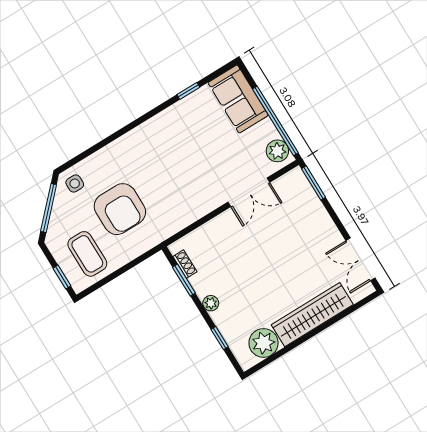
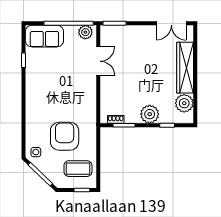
armchair: (120, 209) -> (65, 136), turned -90
plant: (211, 303) -> (150, 114), width x1.88, depth x1.88

